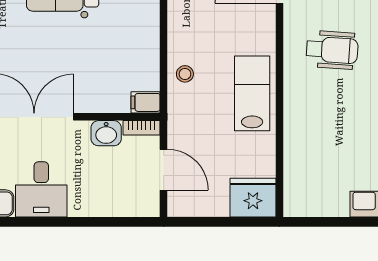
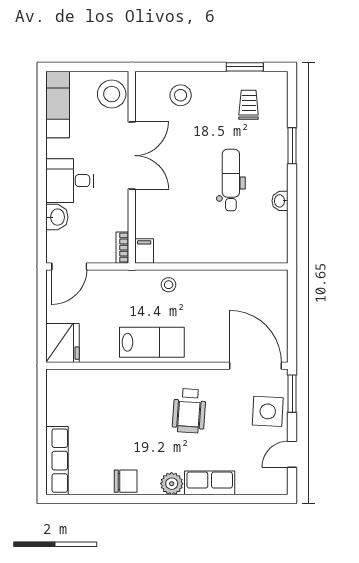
washbasin: (106, 133) -> (57, 217), moved, turned 180
door: (164, 170) -> (69, 266), moved
desk: (41, 189) -> (70, 181), moved

